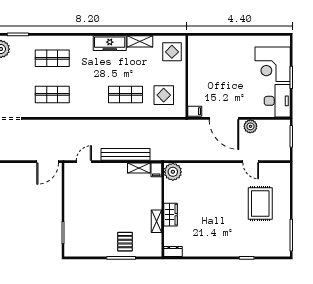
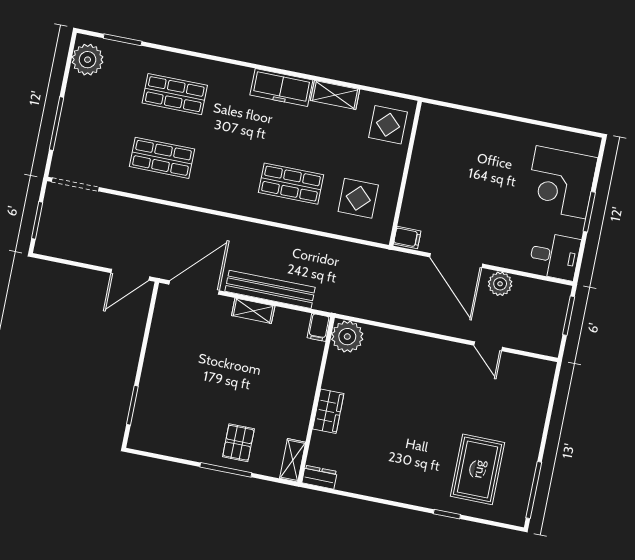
desk: (277, 101) -> (555, 256), width x0.73
door: (84, 162) -> (194, 287), width x1.87
shelving: (139, 168) -> (253, 311), moved
rug: (260, 203) -> (478, 469), moved
shelving: (156, 221) -> (293, 460), moved

